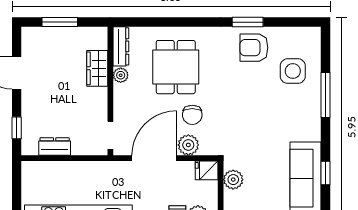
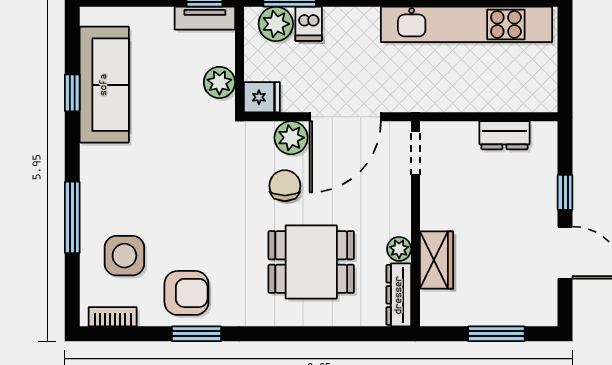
bookcase: (300, 33) -> (113, 317), added
dining table: (176, 67) -> (311, 262), turned 90
window: (17, 128) -> (565, 192), moved

